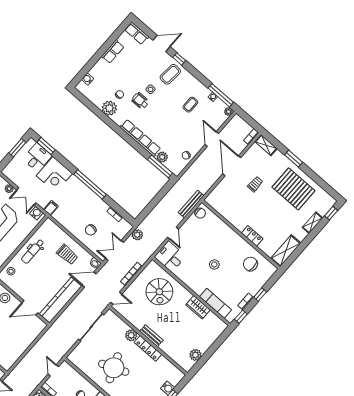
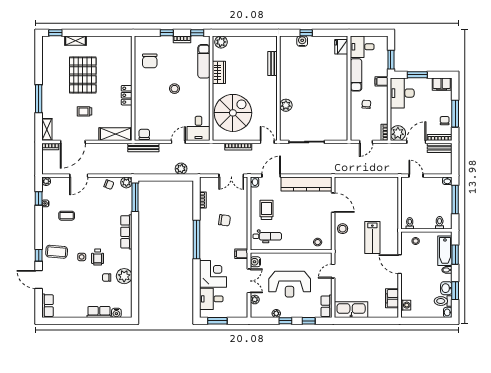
row of seats: (113, 52) -> (99, 312), moved
window: (221, 95) -> (39, 198), width x0.46
row of seats: (140, 138) -> (126, 232), width x0.73
window: (46, 146) -> (197, 300), removed
plant: (162, 157) -> (126, 182), moved
window: (294, 159) -> (39, 99), width x1.44
door: (232, 166) -> (73, 142), moved
pallet: (293, 189) -> (83, 75), moved
chair: (91, 230) -> (224, 220), moved
plant: (137, 235) -> (181, 169), moved
locker: (252, 236) -> (127, 95), moved
dental chair: (33, 251) -> (267, 236), moved
shelving: (286, 251) -> (115, 134), moved
door: (89, 280) -> (271, 176), swing flipped
spiral stairs: (159, 292) -> (233, 113), width x1.37, depth x1.37
bench: (151, 336) -> (273, 64), moved
locker: (148, 348) -> (285, 83), removed
plant: (195, 355) -> (221, 42), moved
round table: (114, 368) -> (323, 97), removed

